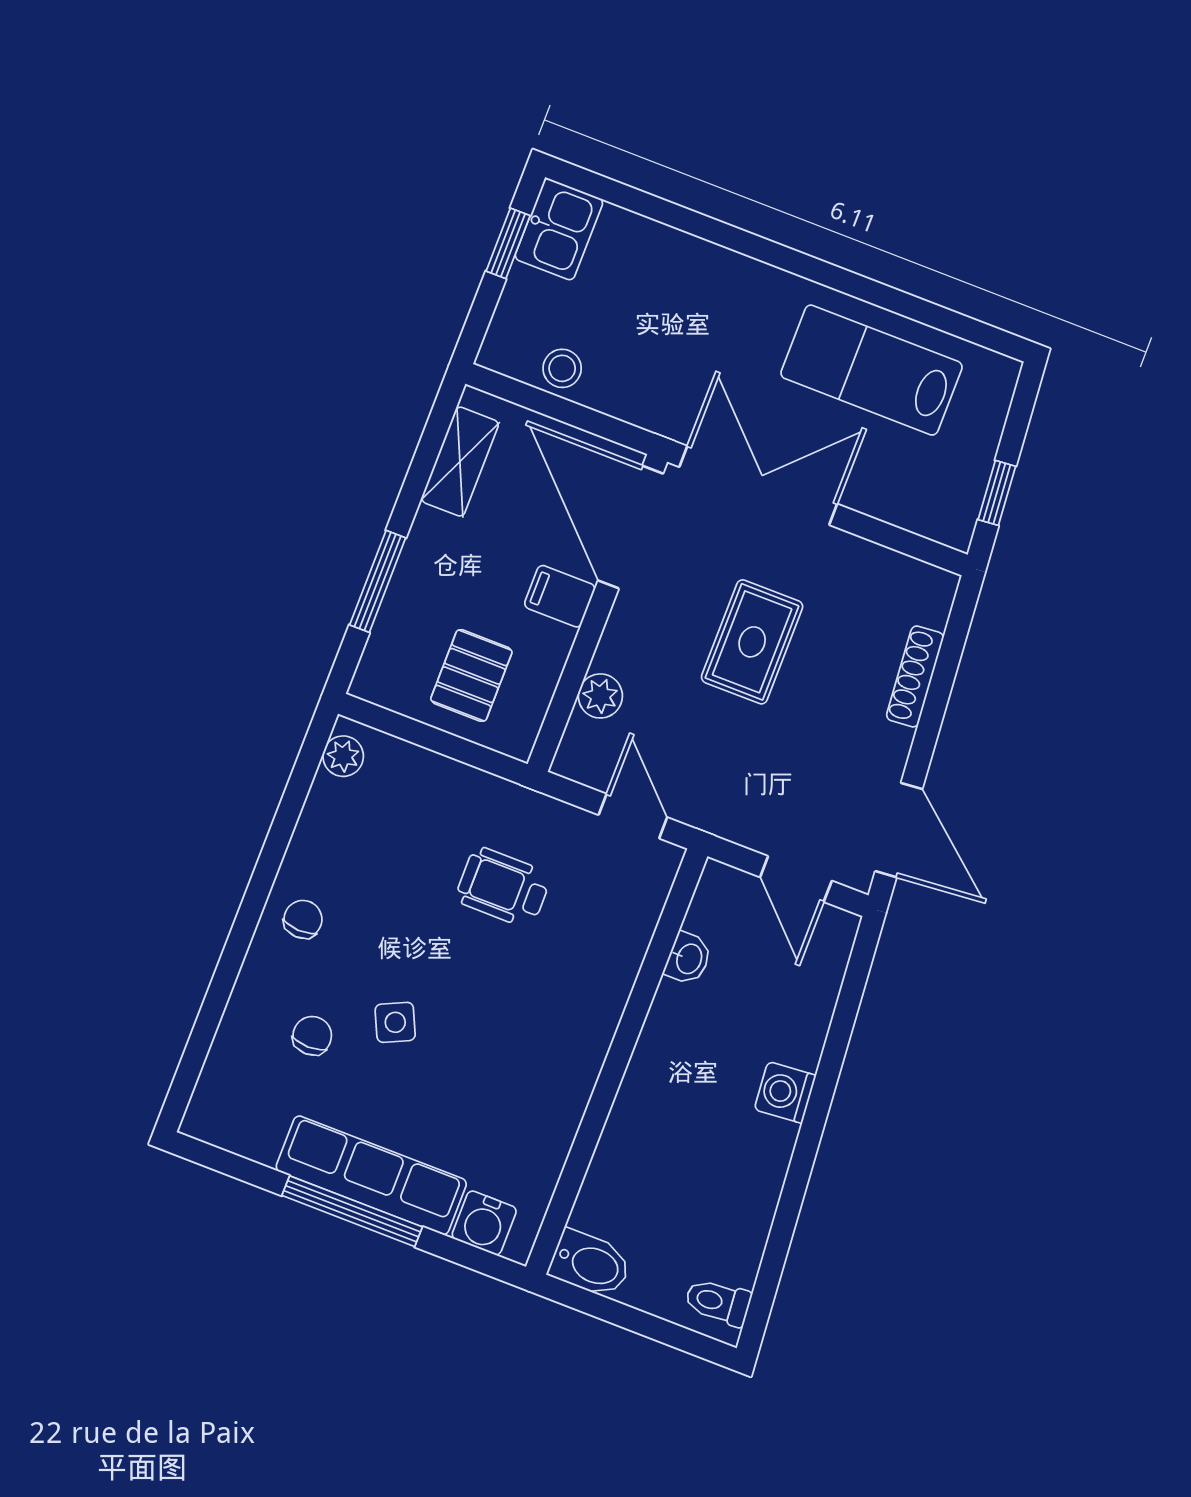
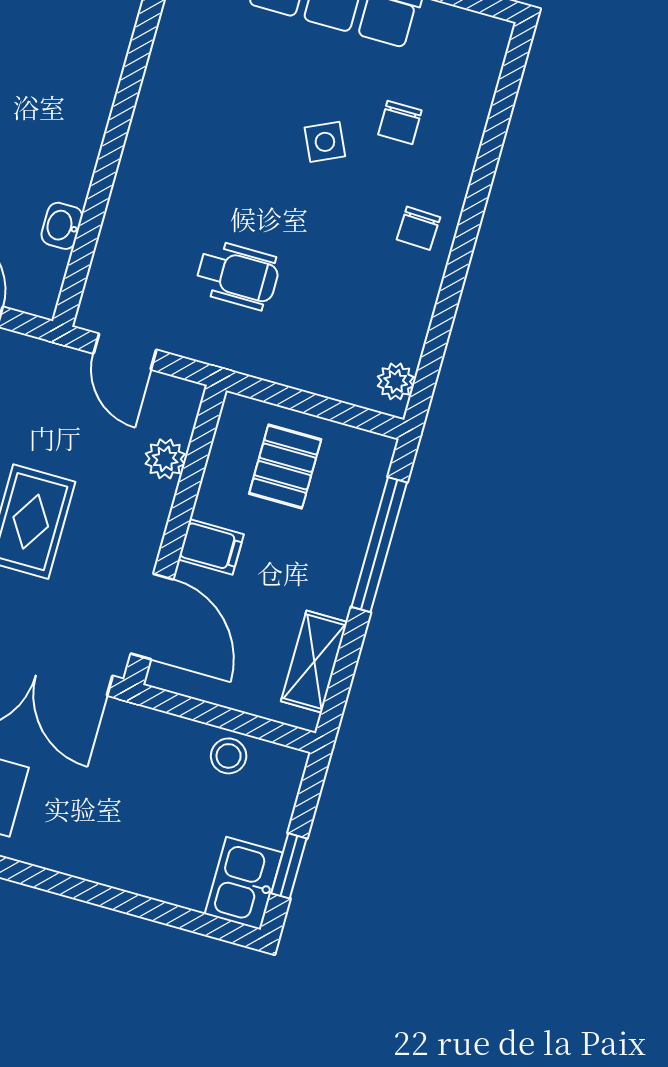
door: (631, 527) -> (152, 616), width x0.73
window: (378, 581) -> (379, 545), width x1.44

